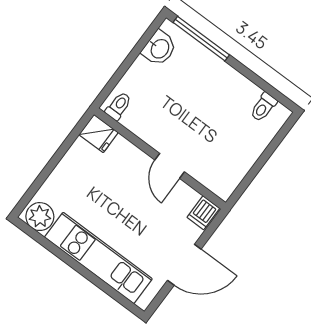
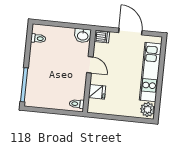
washbasin: (159, 48) -> (83, 36), moved, turned 180
fridge: (99, 134) -> (97, 92), moved, turned 90
door: (170, 166) -> (90, 65), hinge flipped

